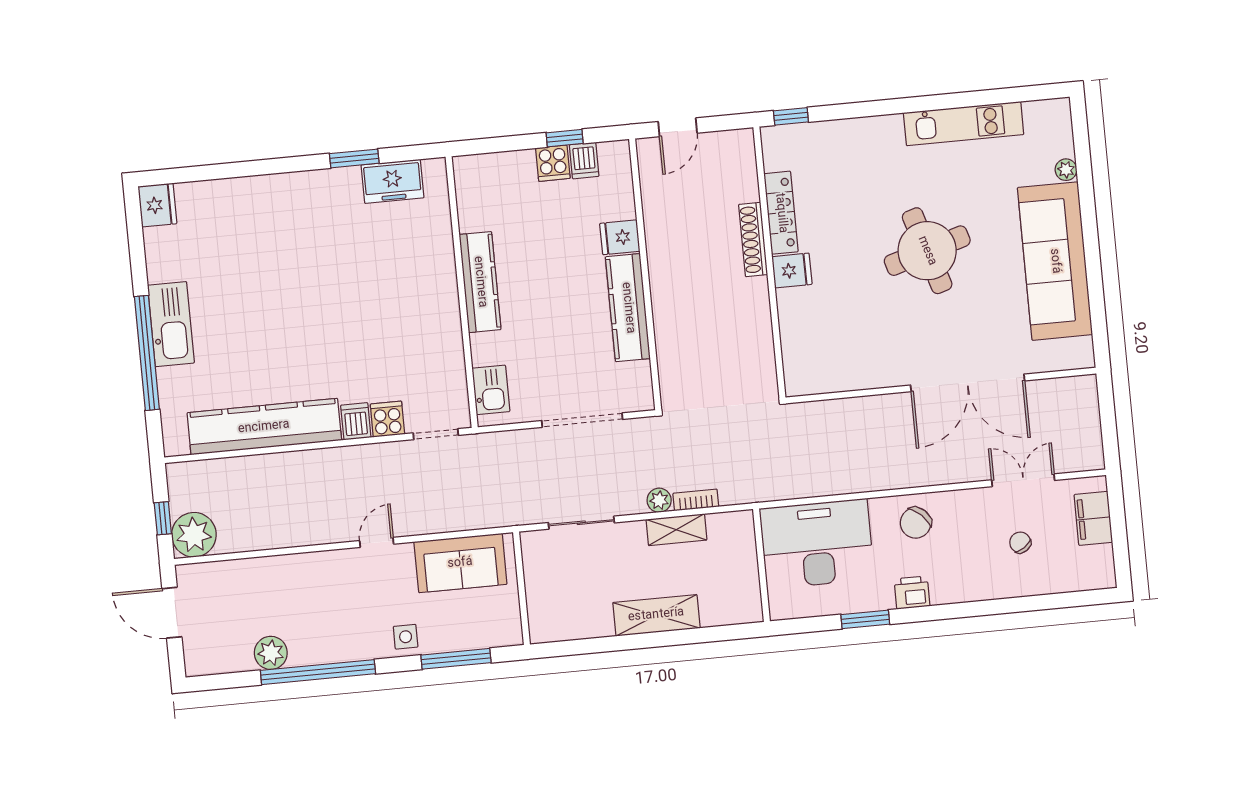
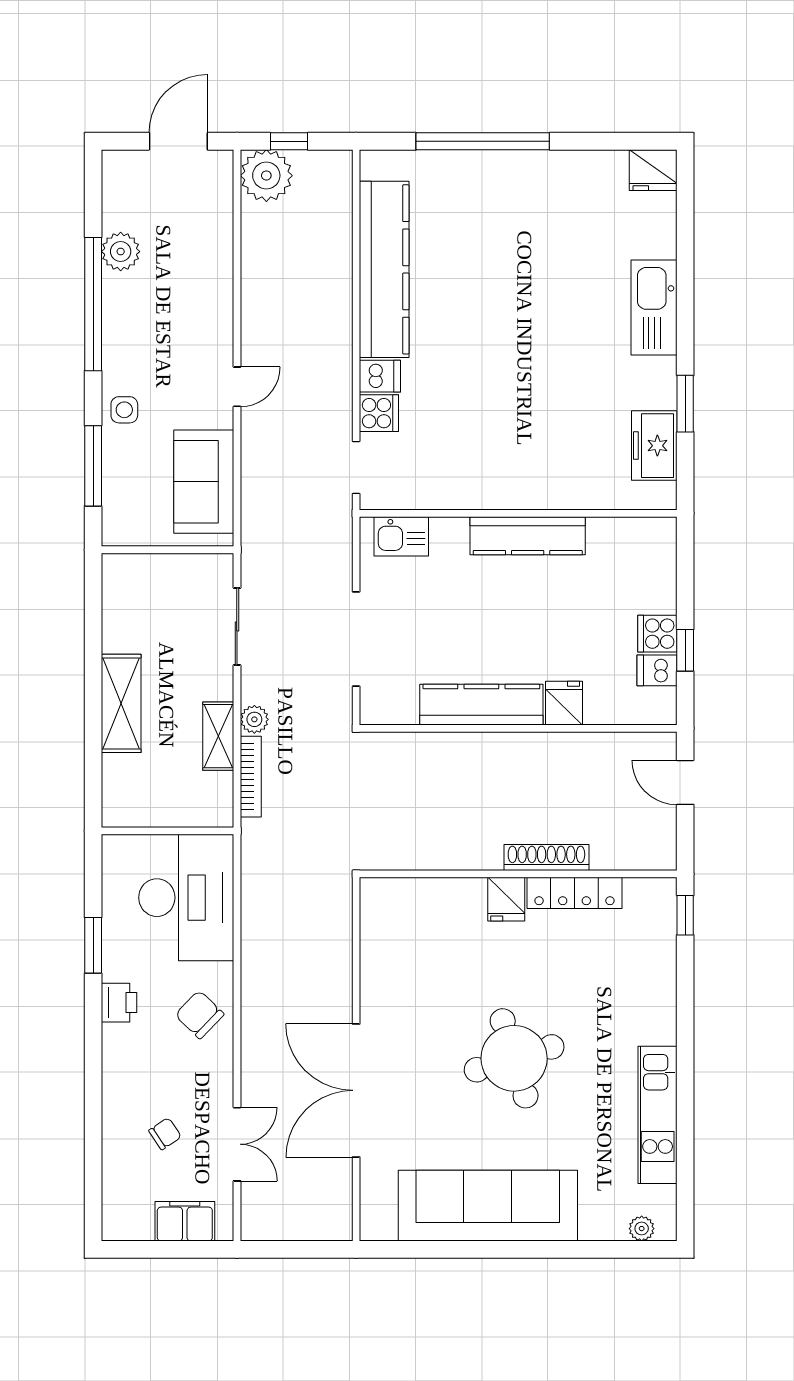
plant: (1066, 170) -> (642, 1229), moved
kitchen sink: (171, 324) -> (654, 307), moved, turned 90
bookcase: (696, 500) -> (251, 777), width x1.56
door: (377, 542) -> (237, 387), hinge flipped

